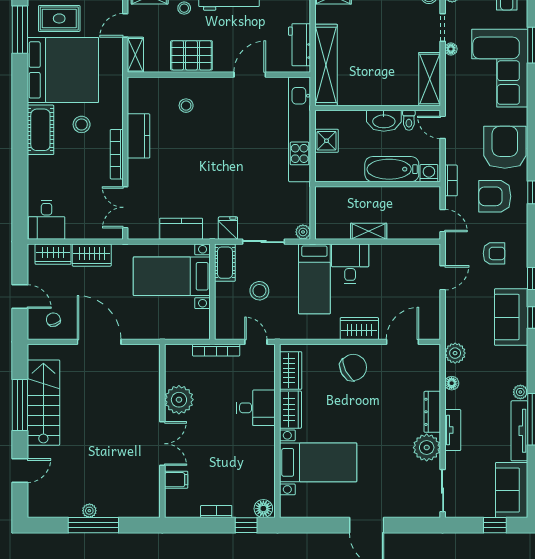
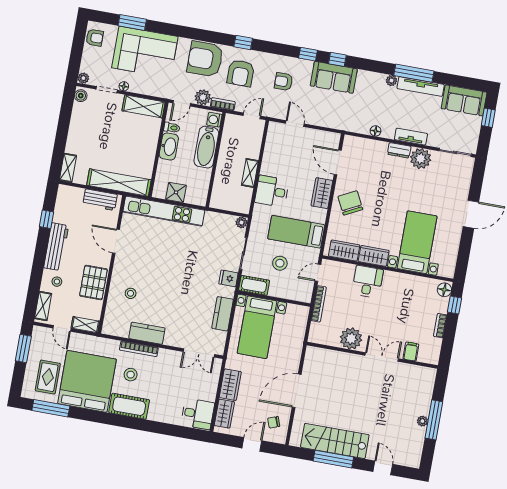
bookcase: (117, 154) -> (139, 349), moved
armchair: (494, 253) -> (284, 82), turned -90
bed: (314, 279) -> (296, 232), moved, turned 180
plant: (455, 353) -> (203, 97), moved
dresser: (432, 412) -> (399, 150), width x0.70

